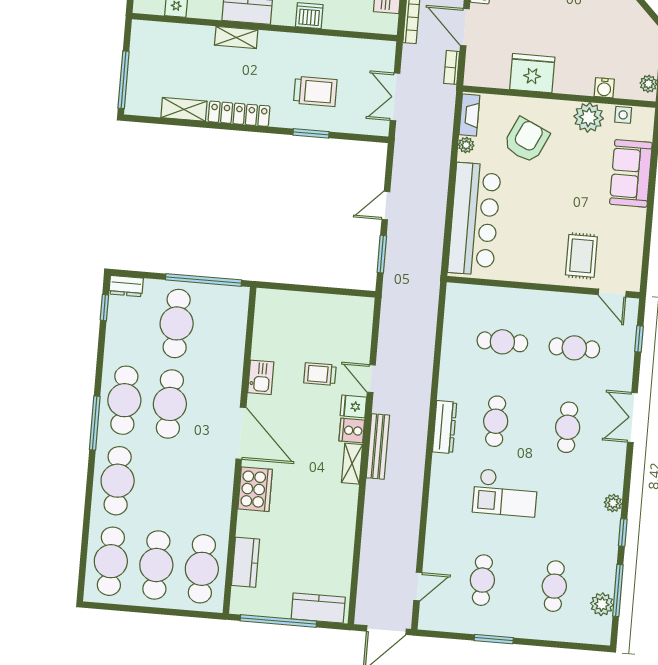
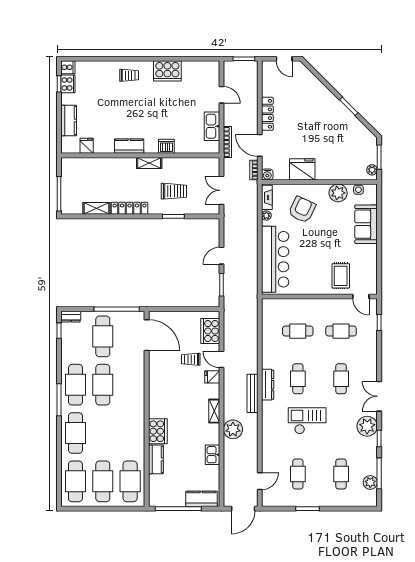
shelving: (236, 37) -> (149, 163), moved
water cooler: (604, 88) -> (267, 175), moved
kitchen sink: (261, 377) -> (213, 455), moved, turned 180
double door: (632, 417) -> (379, 396), moved
cooker: (352, 431) -> (210, 331), moved, width x1.87, depth x1.31
door: (241, 433) -> (147, 335), moved
bench: (378, 446) -> (252, 393), moved
checkout: (505, 493) -> (307, 421), turned 180
plant: (380, 497) -> (233, 429), added
plant: (613, 503) -> (367, 426), width x1.88, depth x1.88
kitchen counter: (245, 562) -> (156, 459), moved

